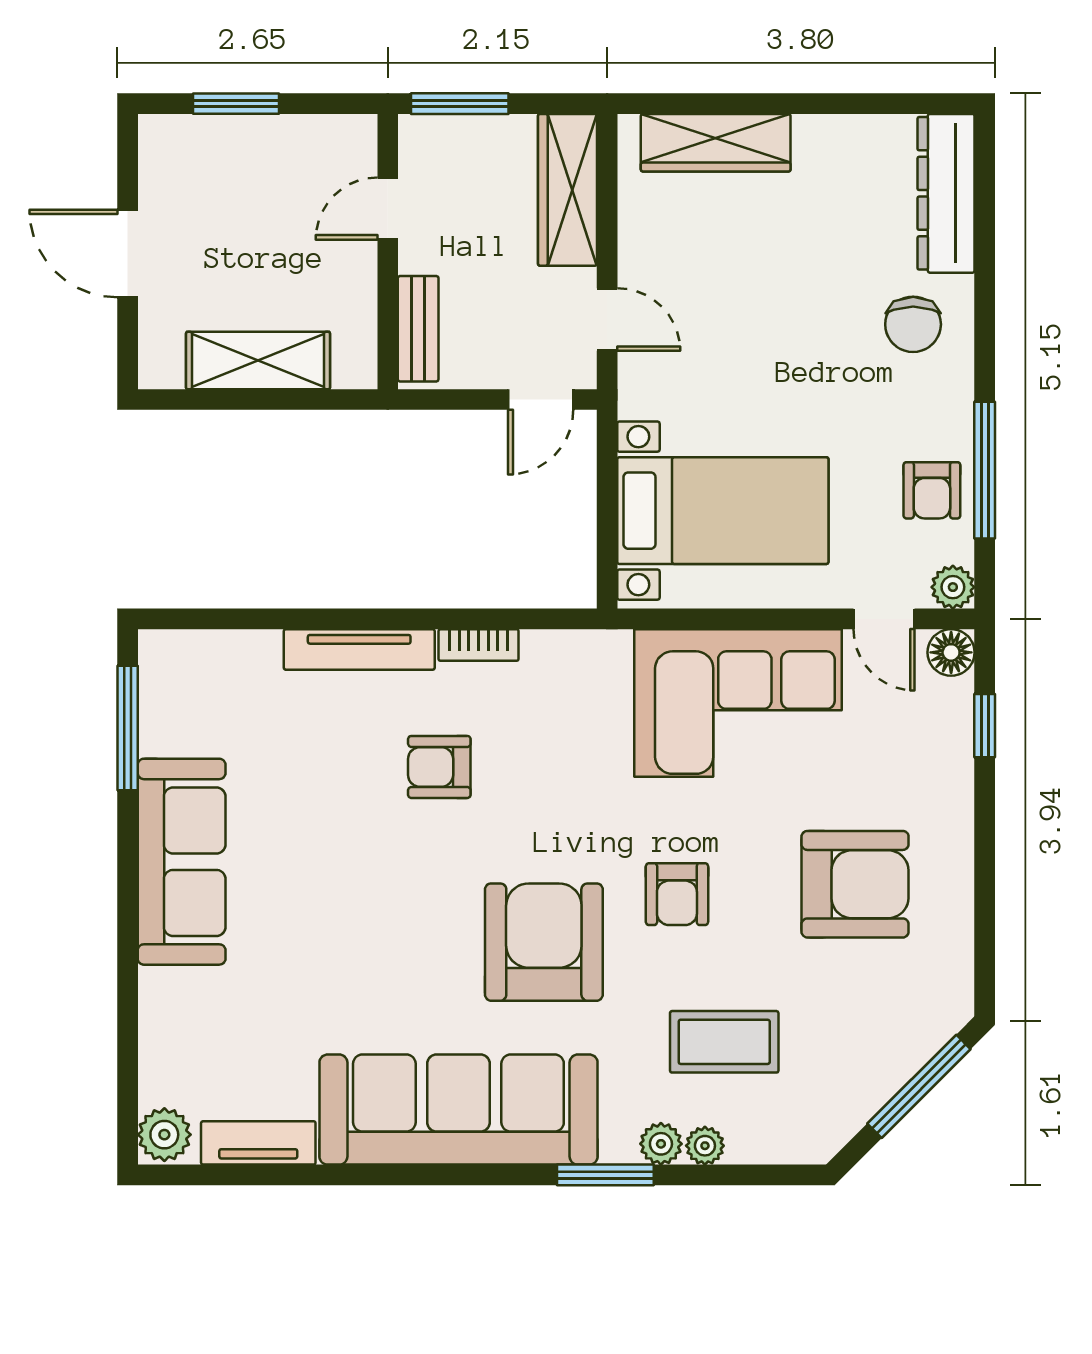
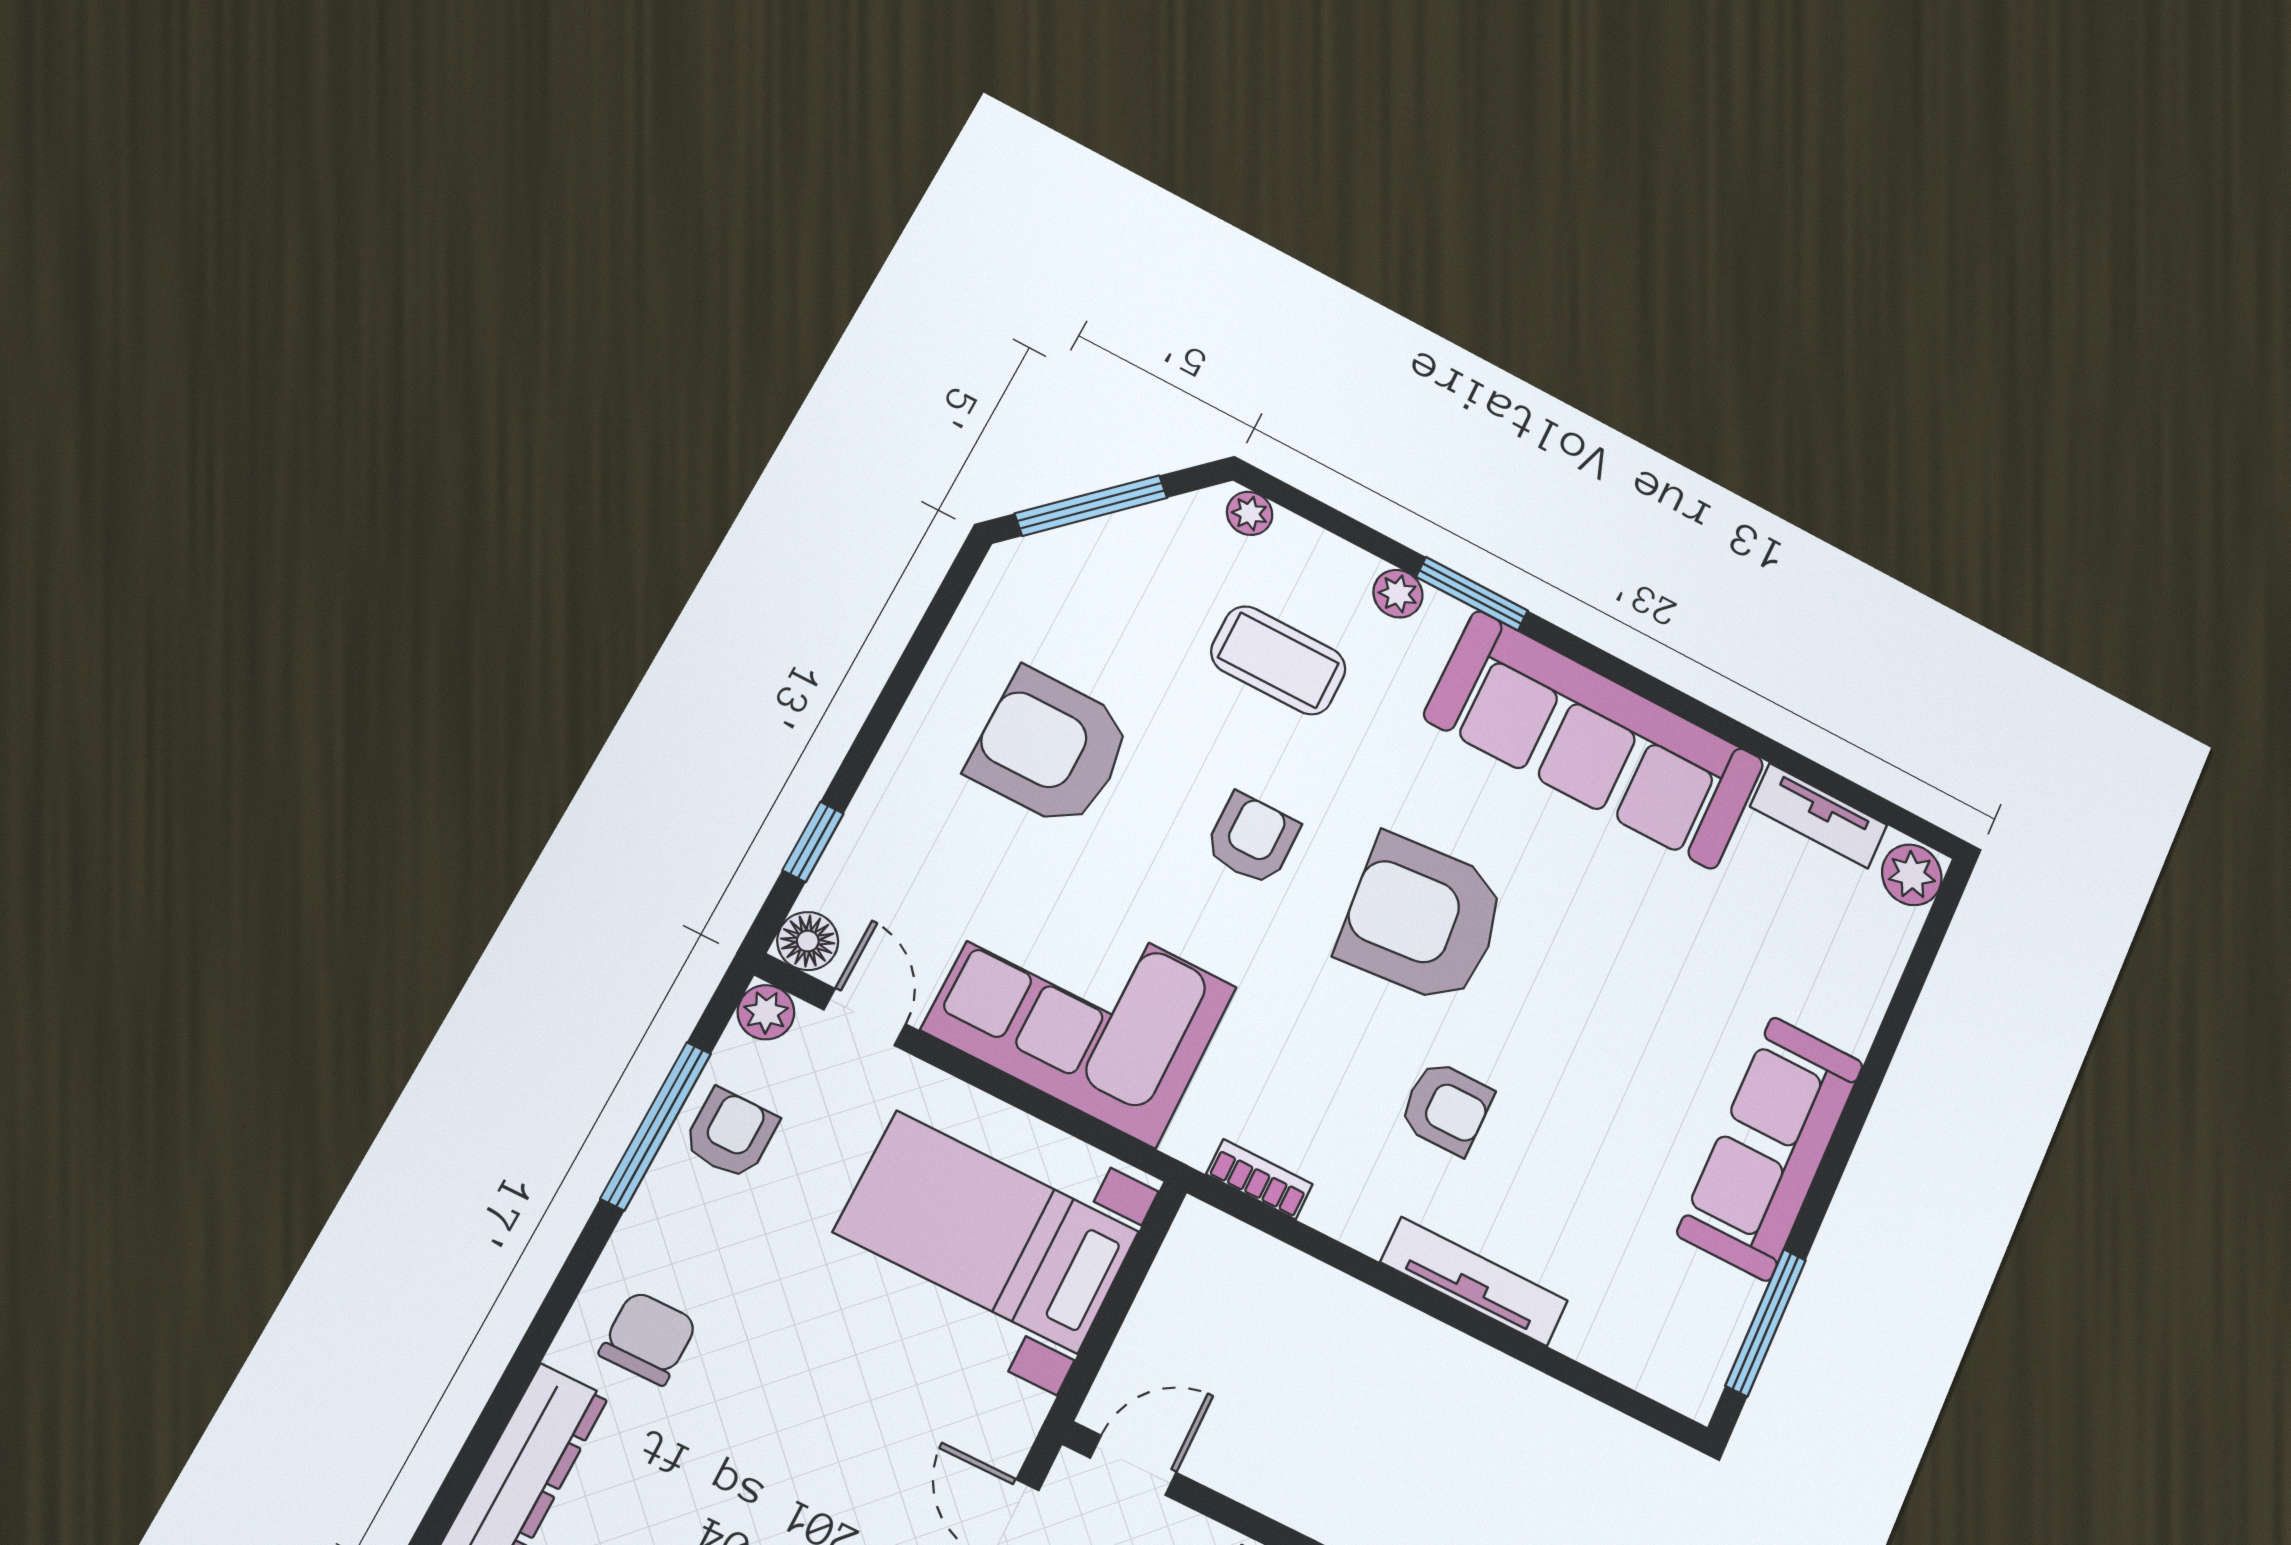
bookcase: (479, 645) -> (1259, 1179), moved
armchair: (544, 942) -> (1422, 919), moved, turned 85
plant: (705, 1146) -> (1250, 513), moved

